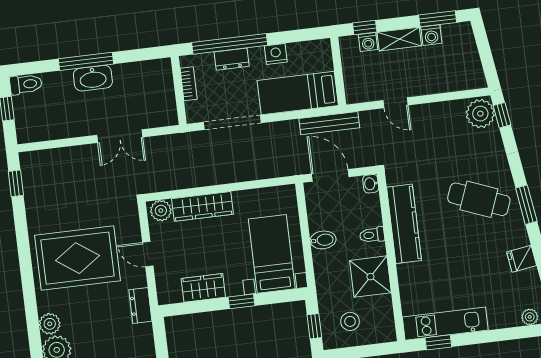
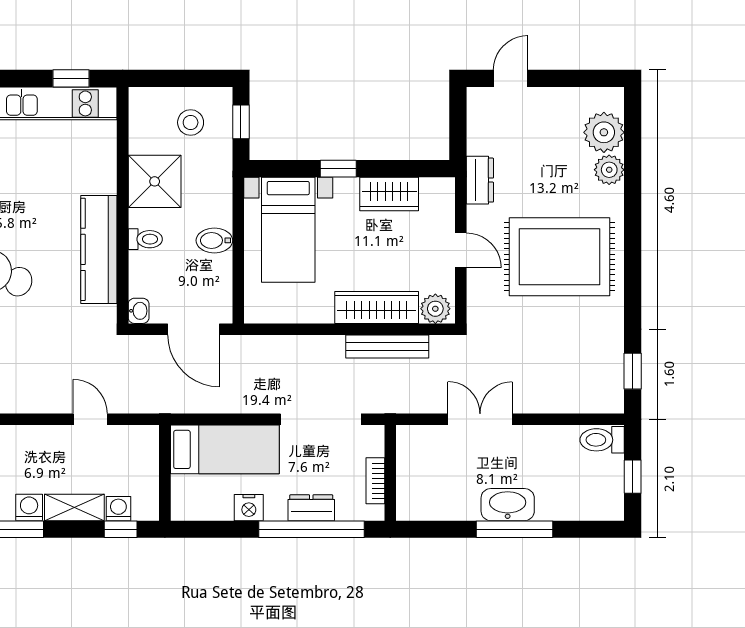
toilet: (26, 84) -> (602, 440), moved
bench: (329, 123) -> (387, 346), moved

